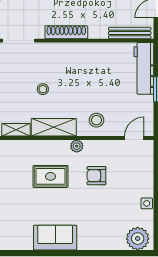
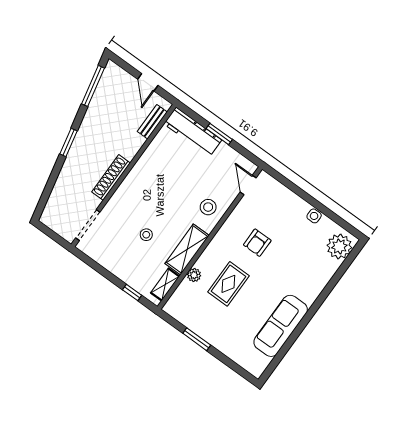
bench: (130, 33) -> (152, 122), width x0.73
plant: (77, 146) -> (194, 275), moved
sofa: (55, 238) -> (281, 326), width x1.36

